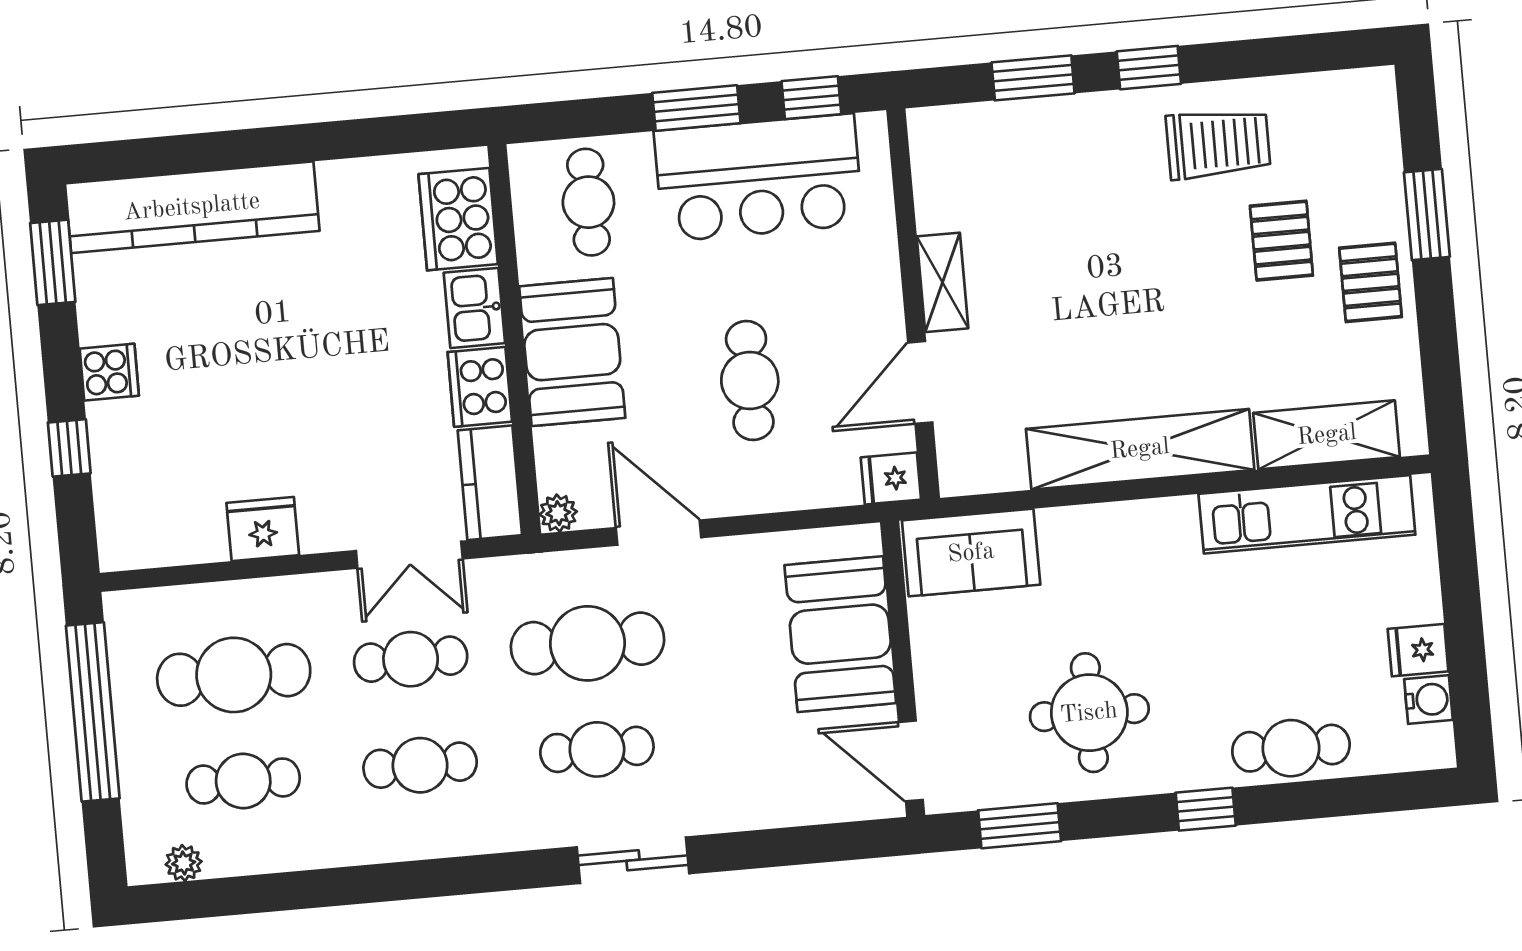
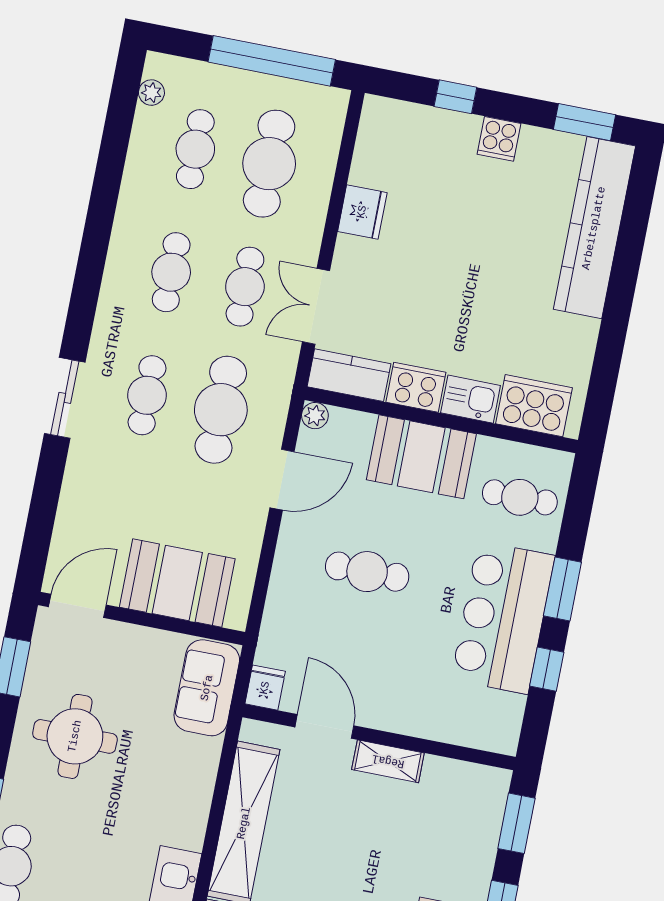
shelving: (942, 282) -> (388, 761), moved
wall: (913, 304) -> (379, 737), moved
door: (920, 382) -> (324, 726), moved
fridge: (891, 478) -> (265, 688), moved

